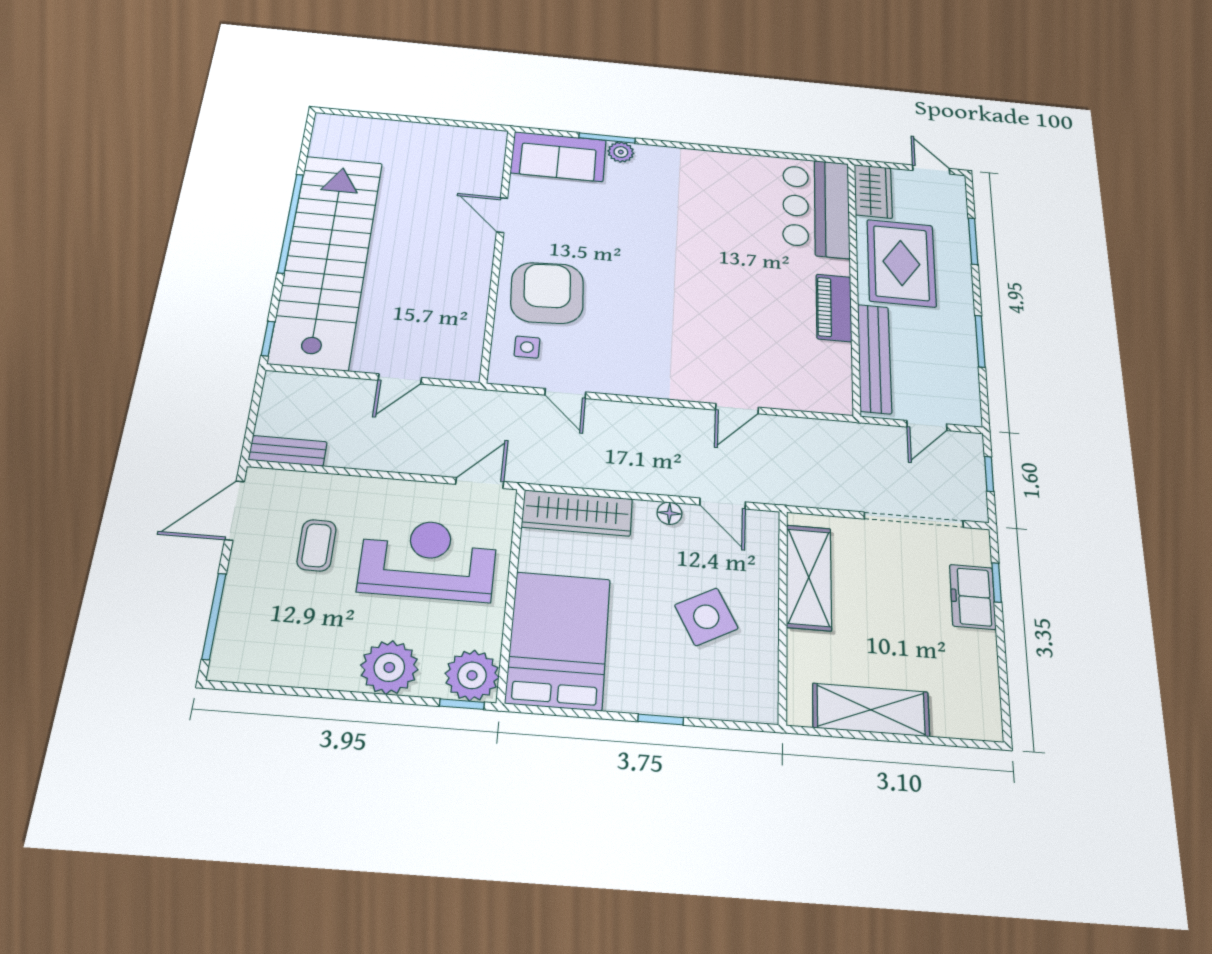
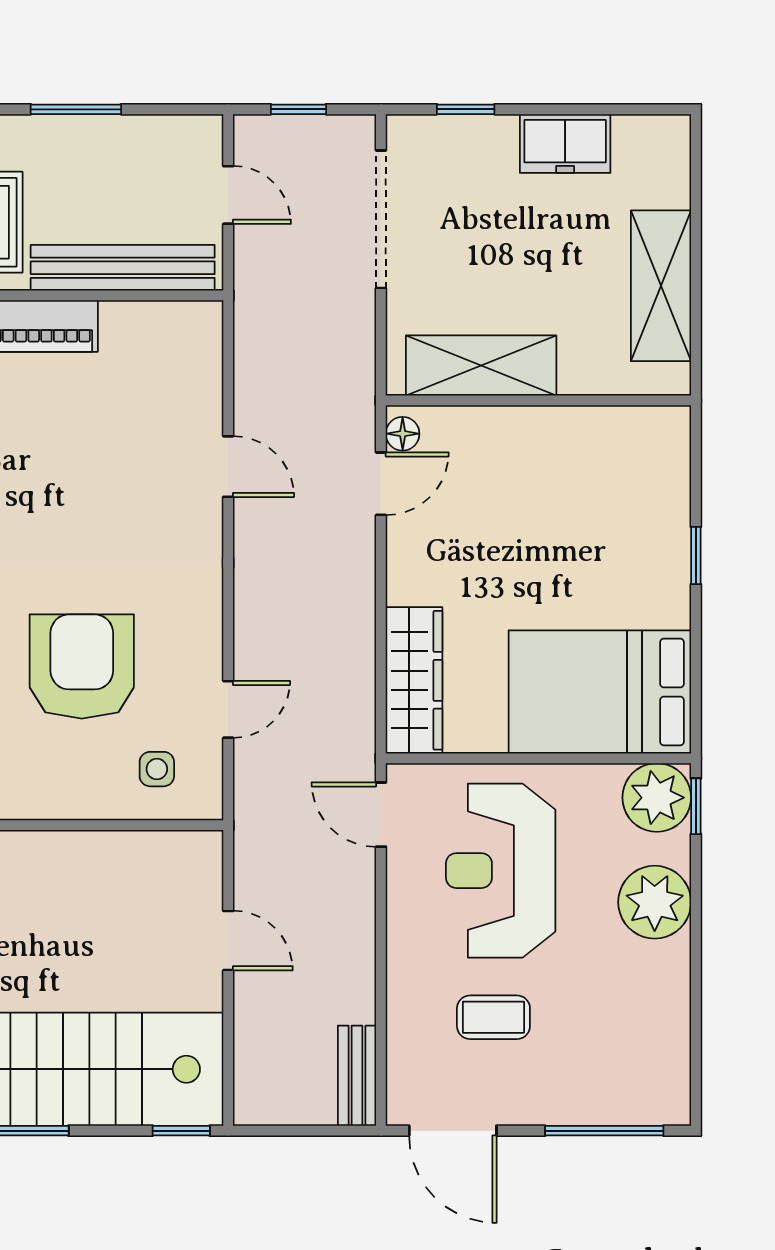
armchair: (547, 293) -> (82, 667), moved, turned 93
floor lamp: (669, 513) -> (403, 434), moved
freezer: (973, 597) -> (565, 144), moved
side table: (706, 617) -> (550, 502), removed

